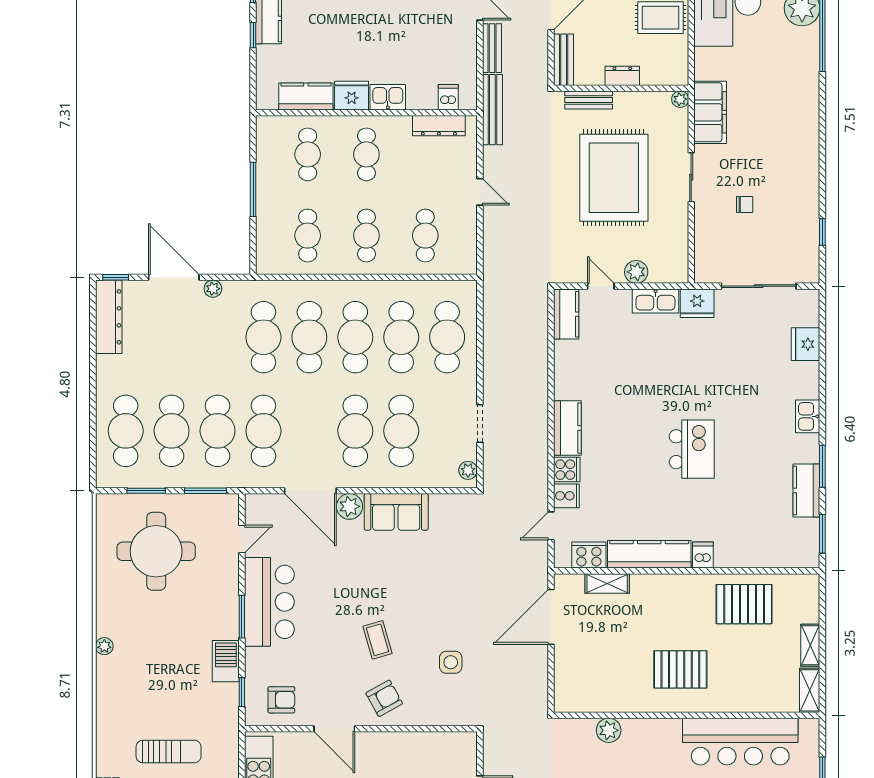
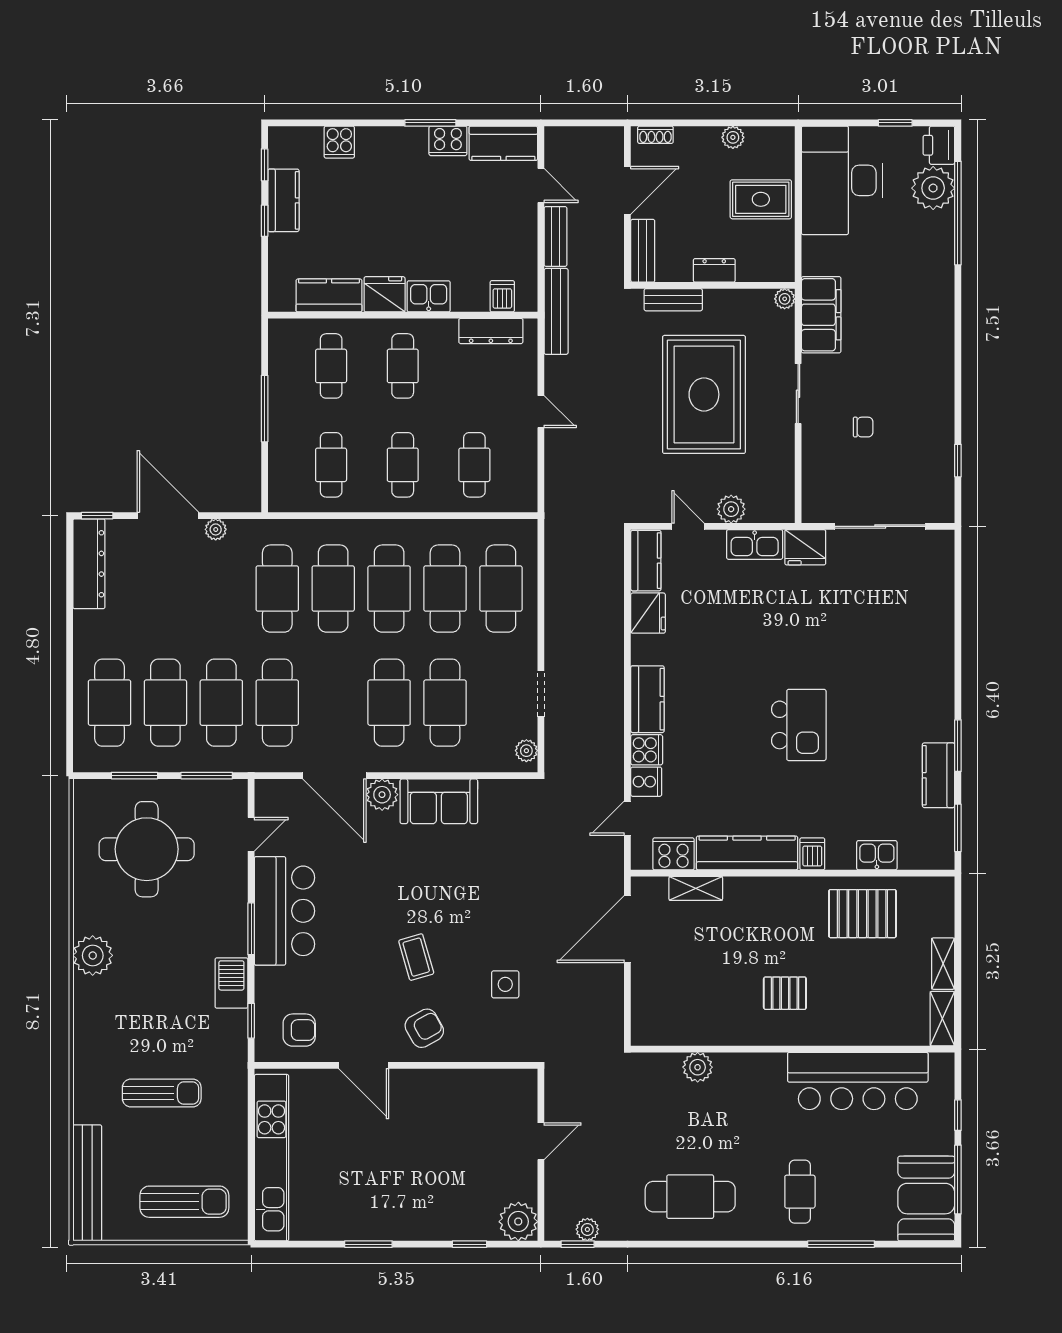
fridge: (806, 344) -> (648, 613), moved, turned 180
kitchen sink: (808, 416) -> (877, 855), moved, turned 90
plant: (104, 646) -> (93, 955), width x1.87, depth x1.87
pallet: (680, 669) -> (785, 993), width x0.67, depth x0.71

